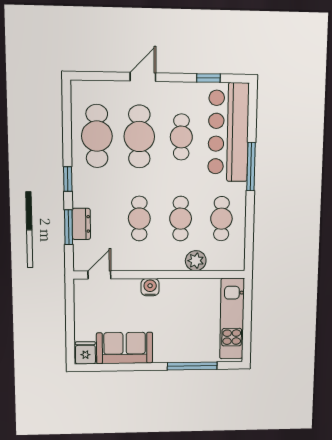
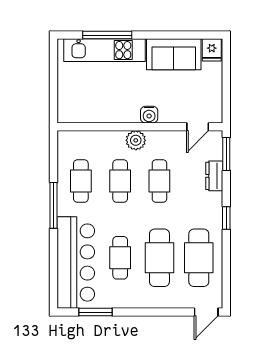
door: (143, 77) -> (206, 312), moved
window: (208, 78) -> (95, 312), width x1.50
window: (251, 167) -> (53, 205), moved
window: (68, 227) -> (226, 154), moved
plant: (196, 261) -> (136, 140), moved
kitchen unit: (232, 319) -> (105, 50), moved, turned 90

